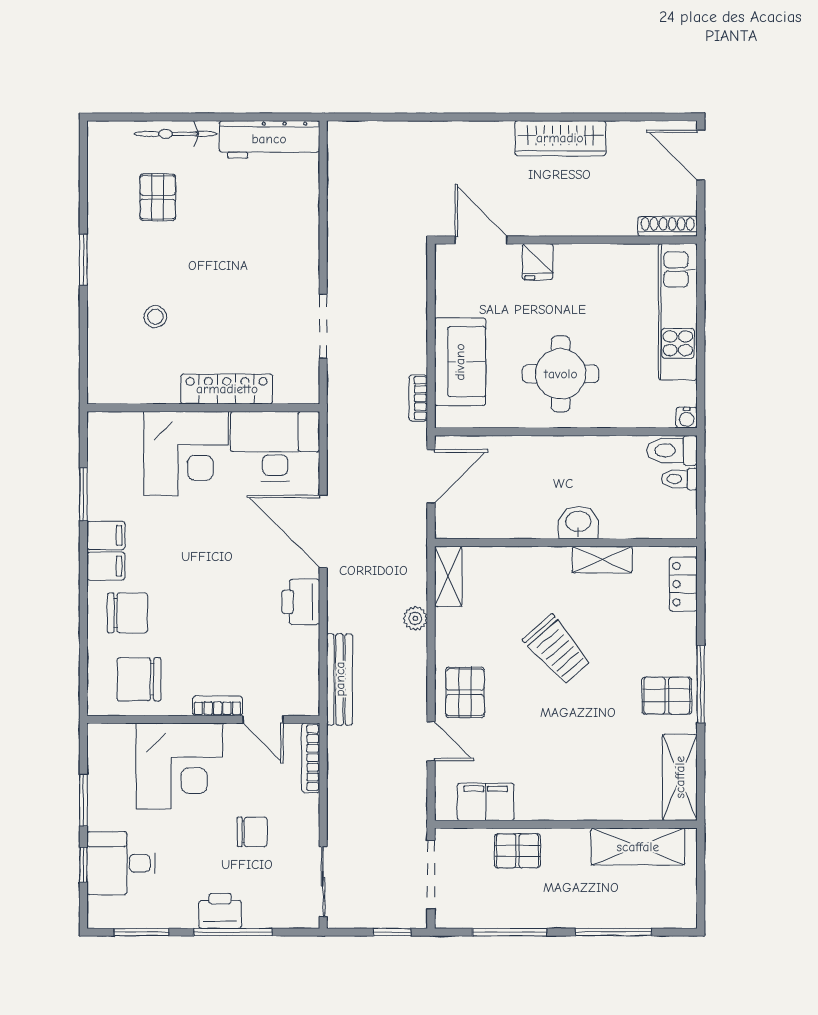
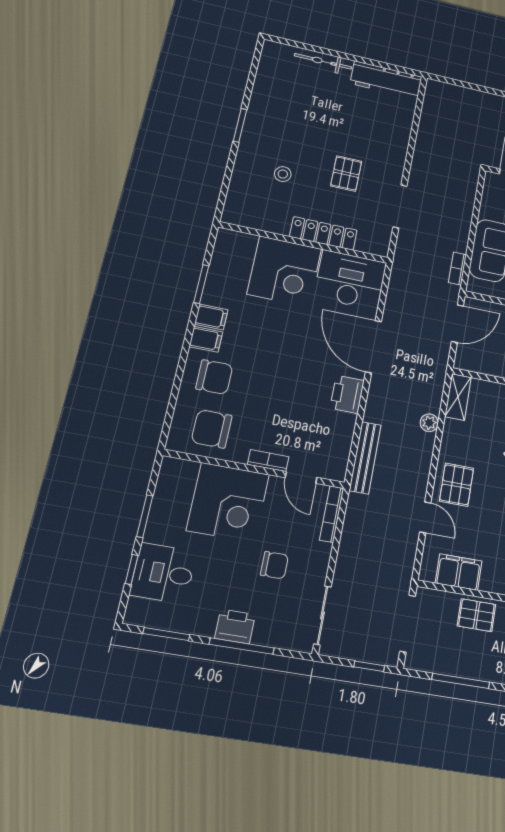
pallet: (158, 197) -> (346, 173), moved

